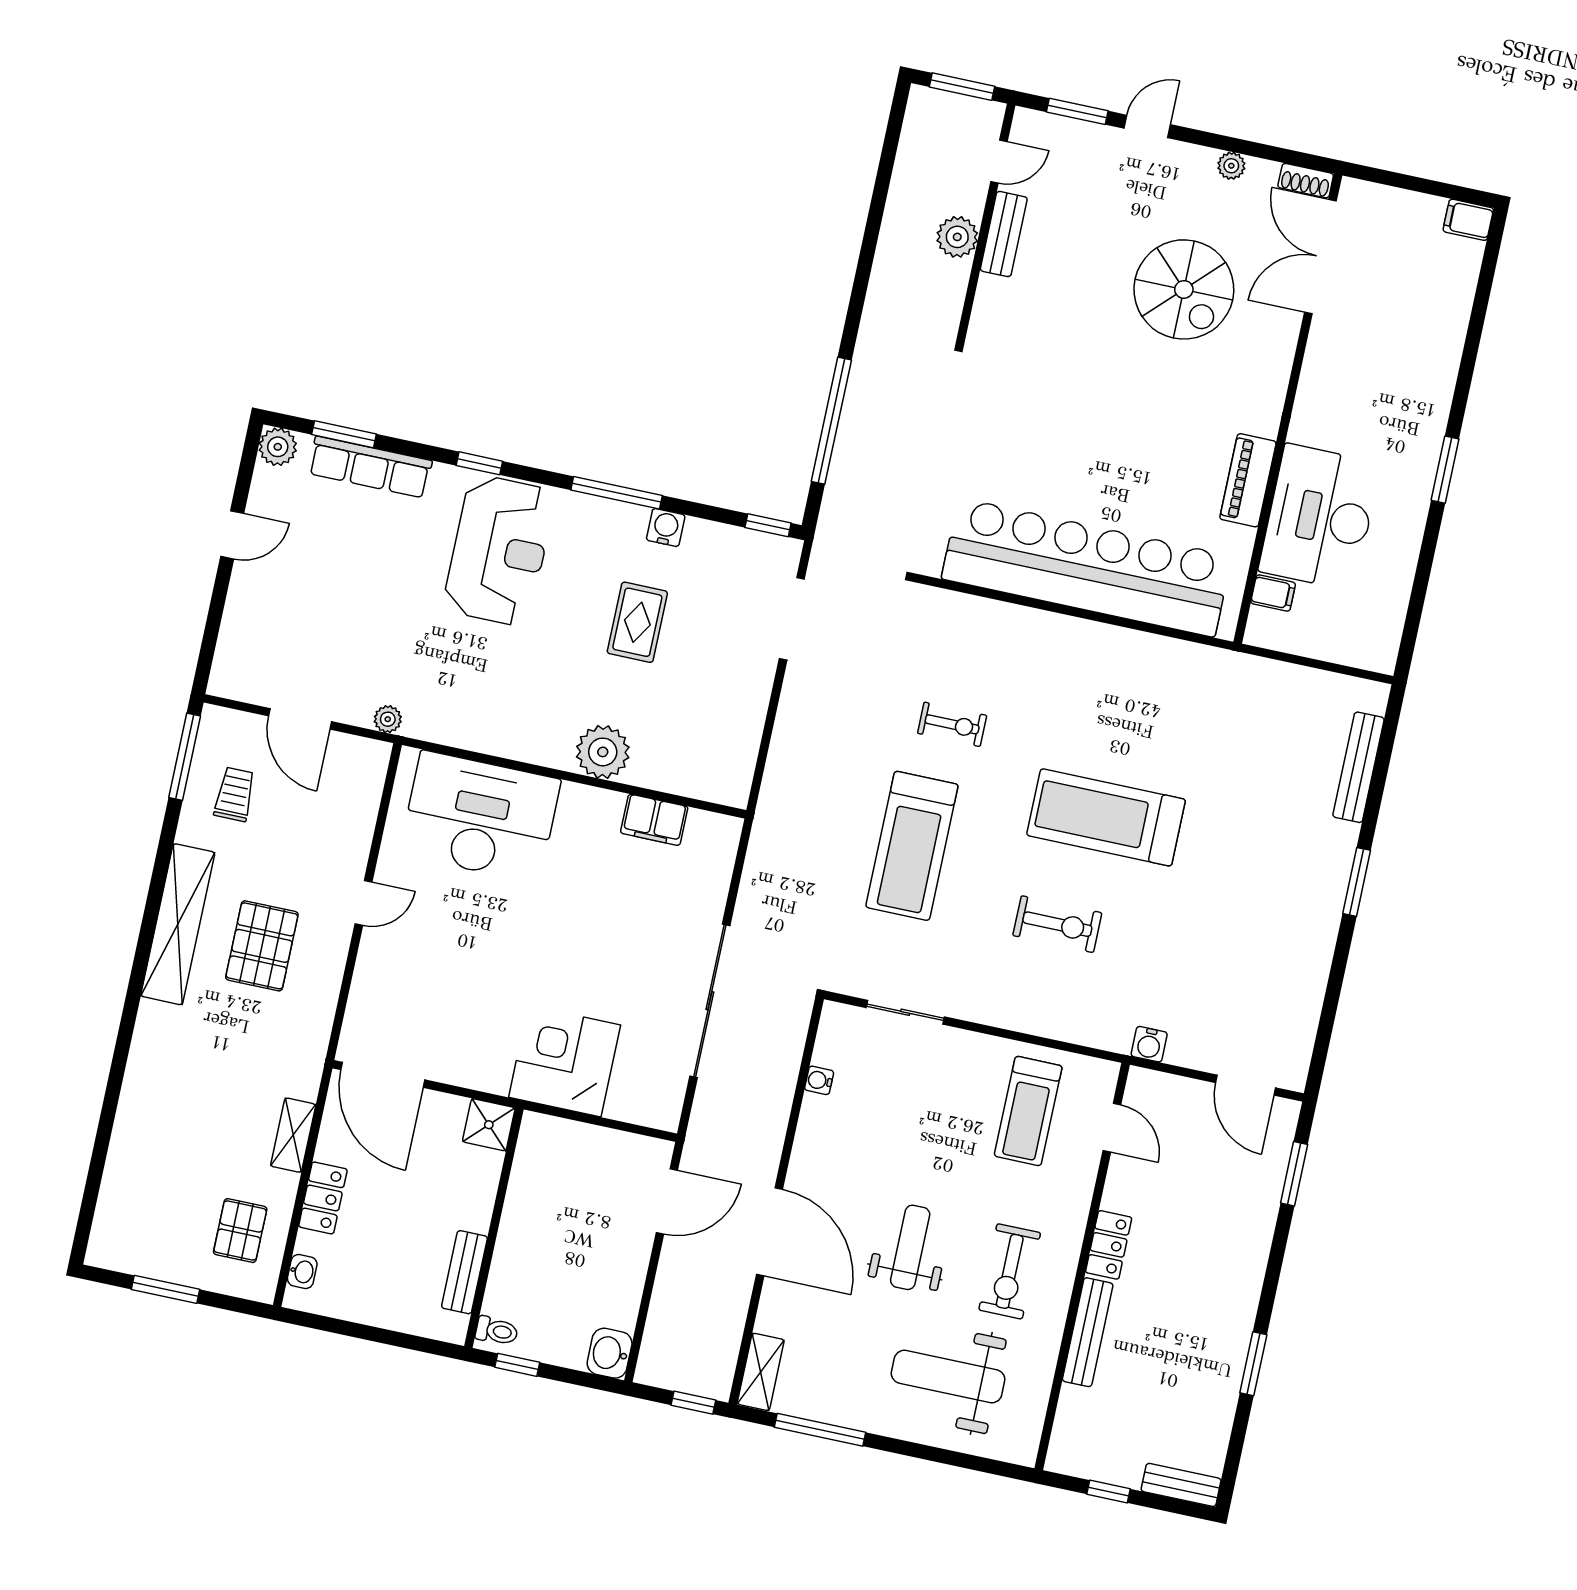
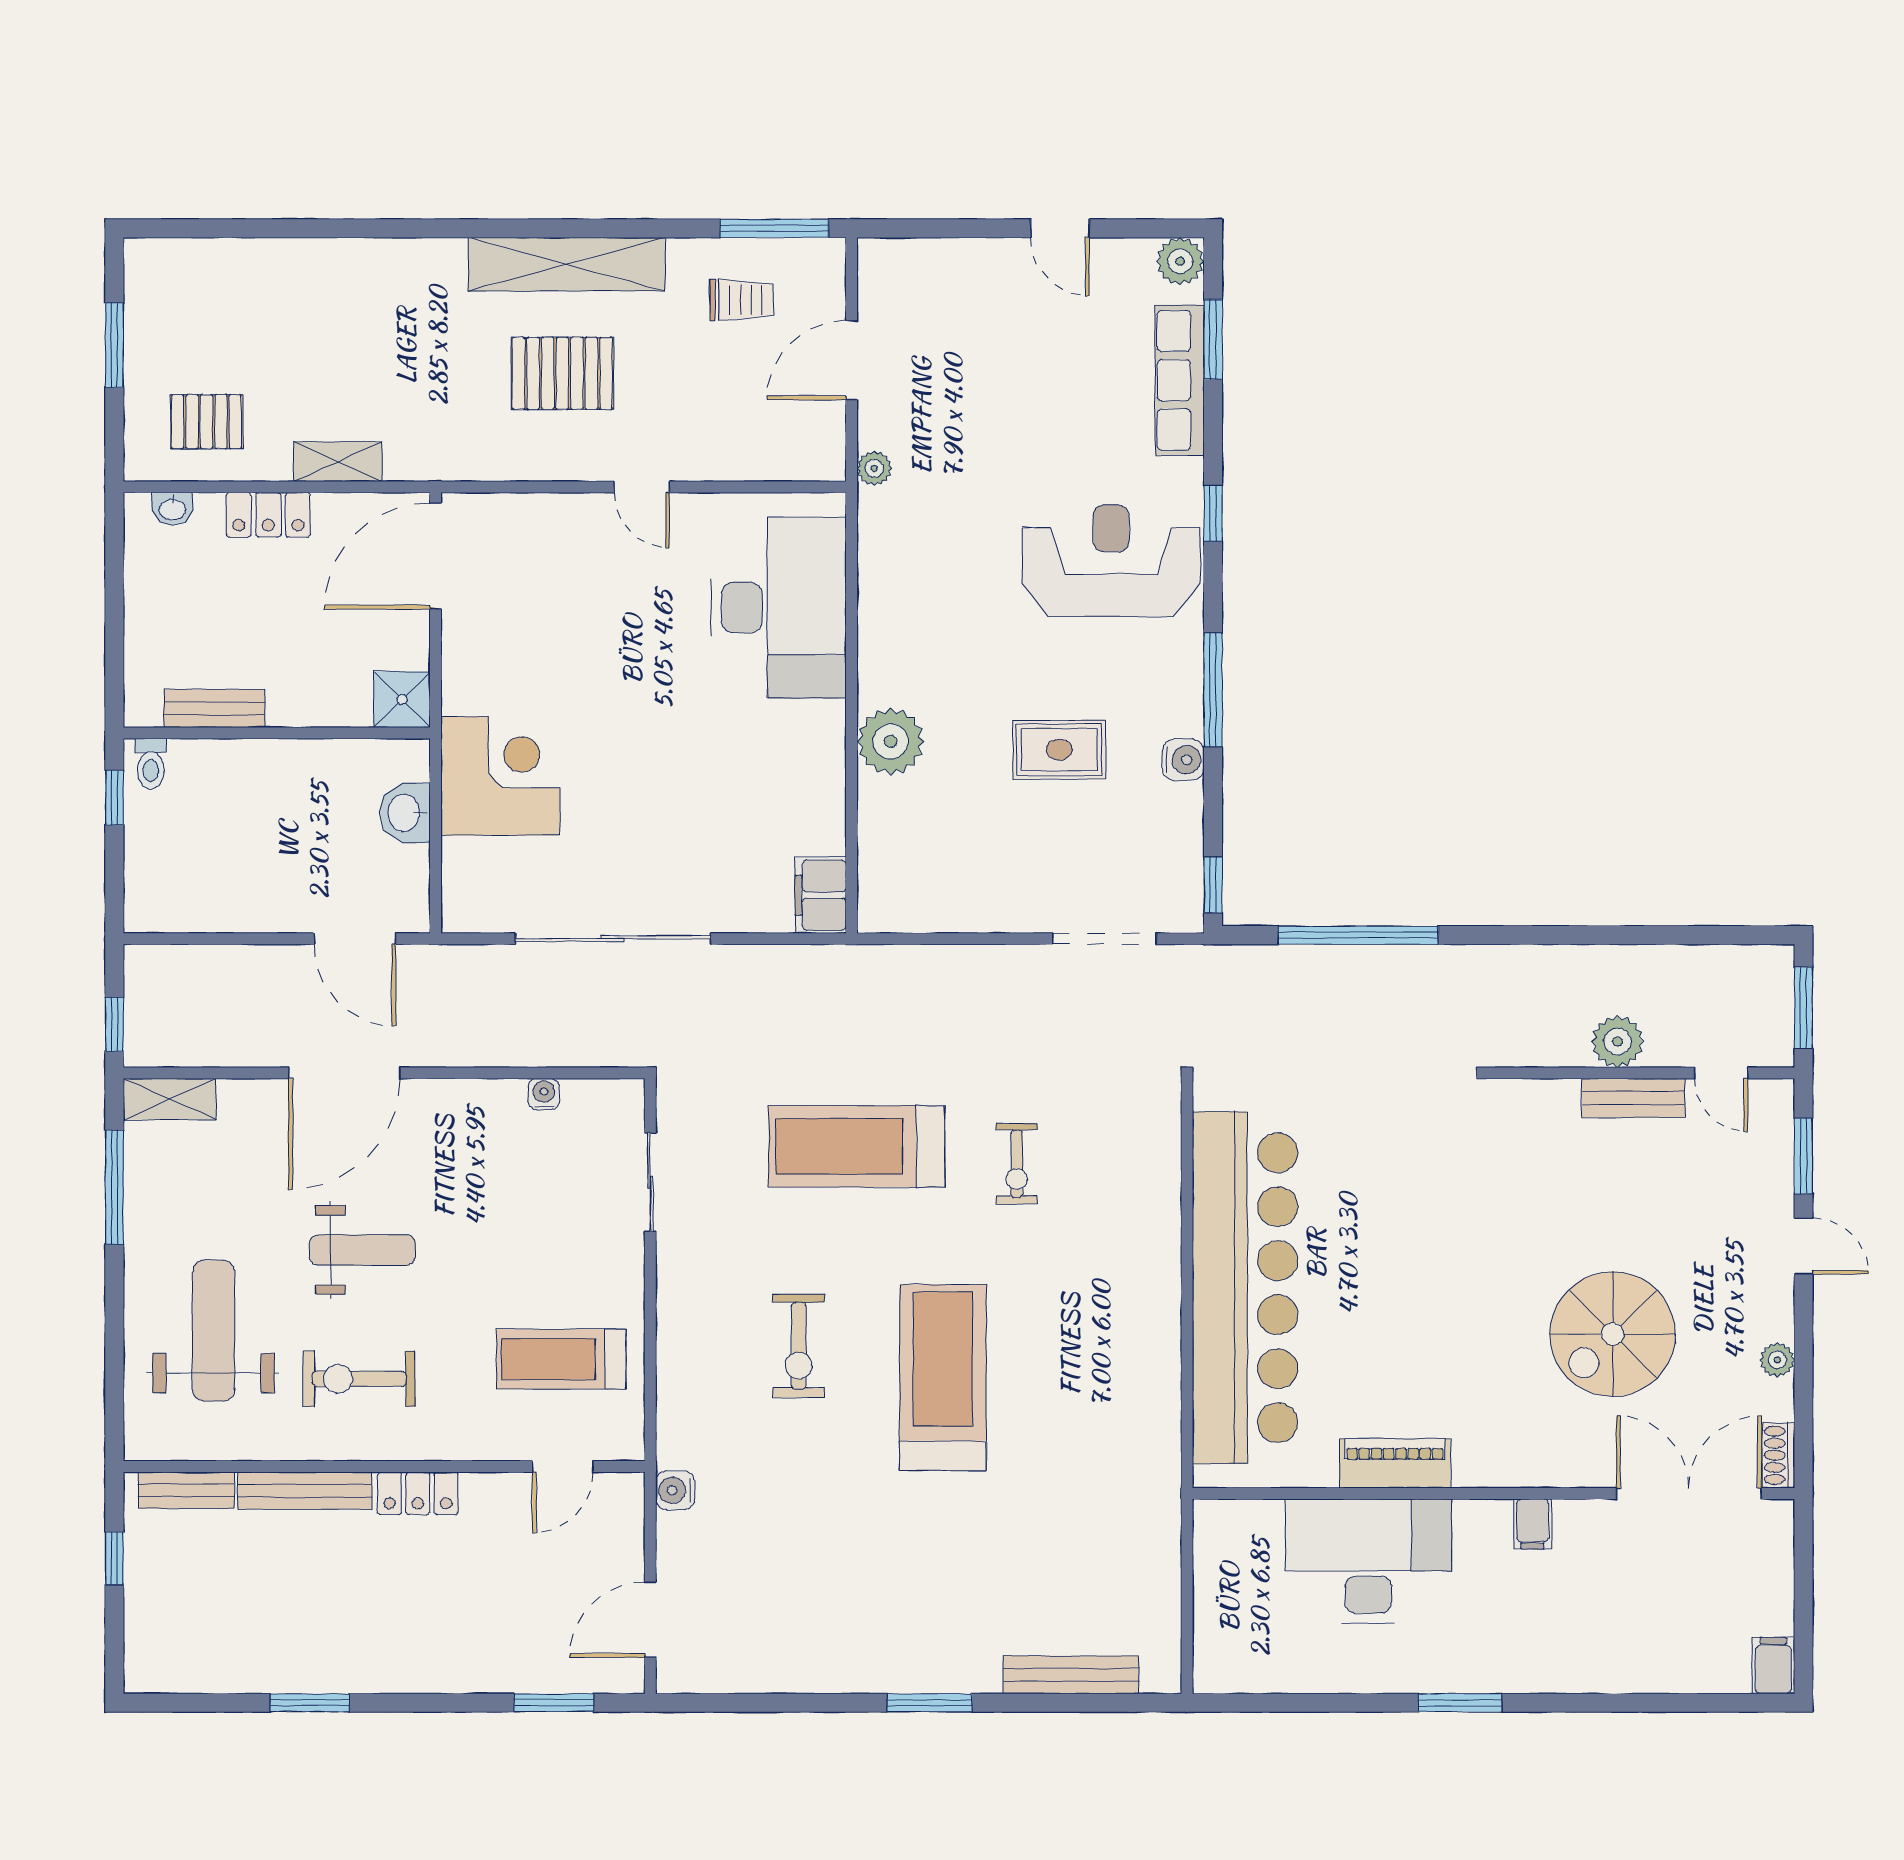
reception desk: (499, 550) -> (1111, 561), turned 180
filing cabinet: (1273, 593) -> (1533, 1524), moved
filing cabinet: (654, 820) -> (821, 895), moved
washbasin: (610, 1353) -> (405, 813), moved, turned -90
bench: (1181, 1485) -> (186, 1490), moved, turned 90

